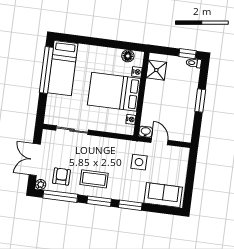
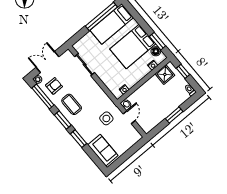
window: (121, 45) -> (157, 41), added
window: (187, 54) -> (183, 71), moved
bed: (114, 92) -> (133, 46), moved, turned -90

